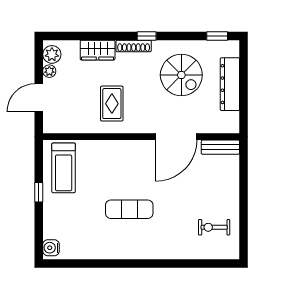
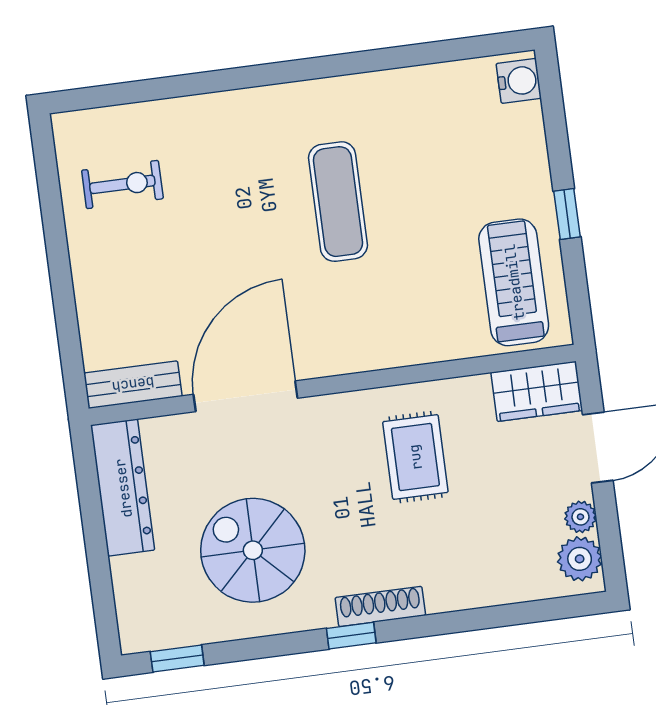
wardrobe: (98, 50) -> (537, 391), moved, turned 180
dresser: (230, 84) -> (123, 488), moved
exercise mat: (129, 209) -> (338, 202), turned 90

